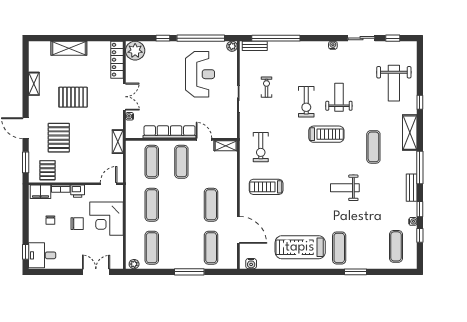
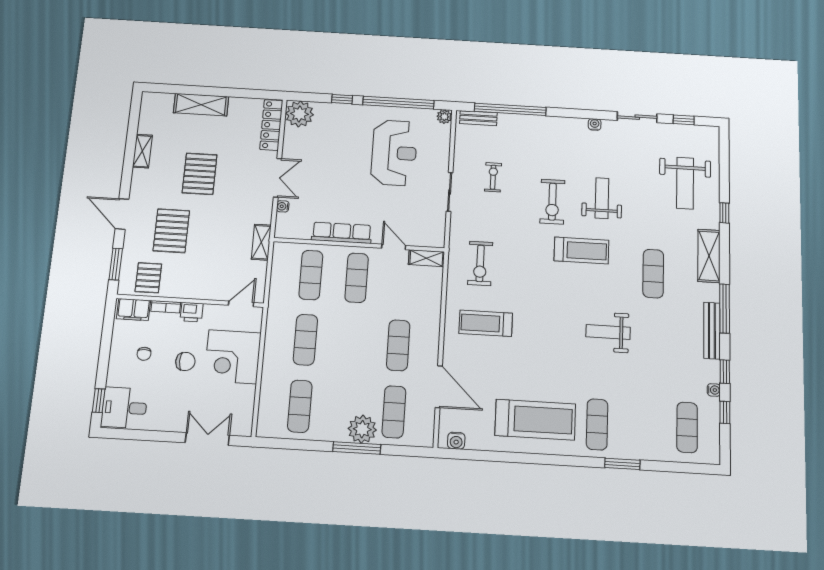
pallet: (73, 97) -> (200, 174), turned 90
row of seats: (170, 132) -> (342, 233), width x0.73
bench: (412, 188) -> (712, 331), width x1.36
treadmill: (300, 247) -> (535, 420), turned 180
plant: (134, 264) -> (362, 429), moved, width x1.87, depth x1.87

